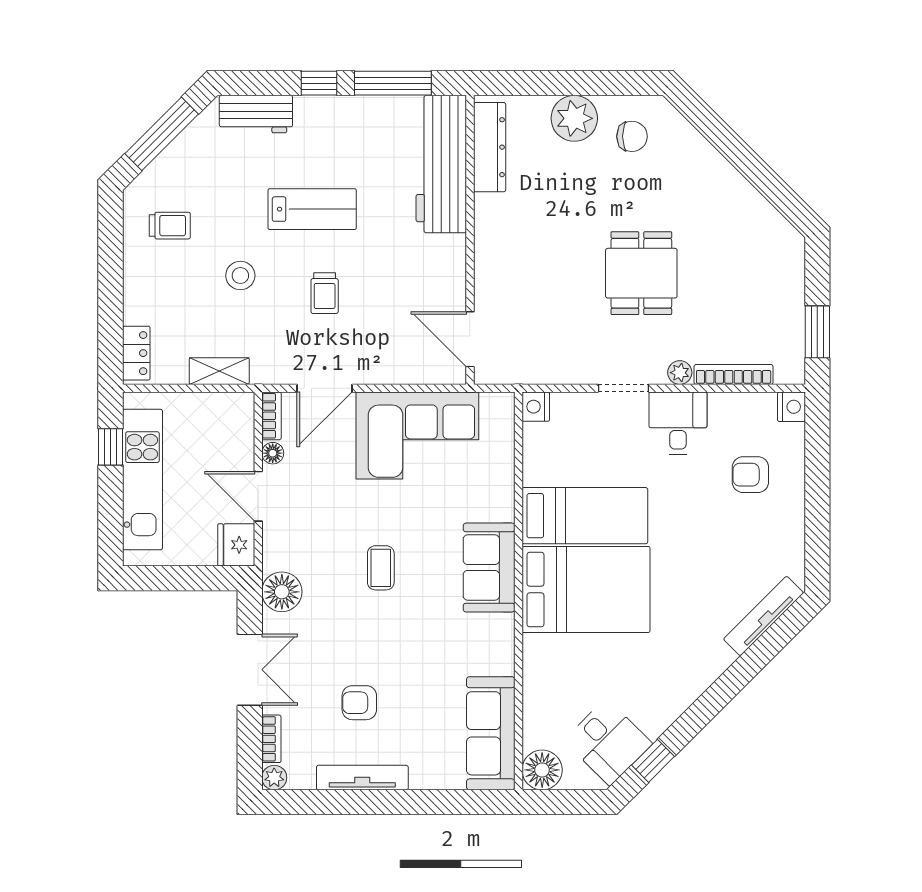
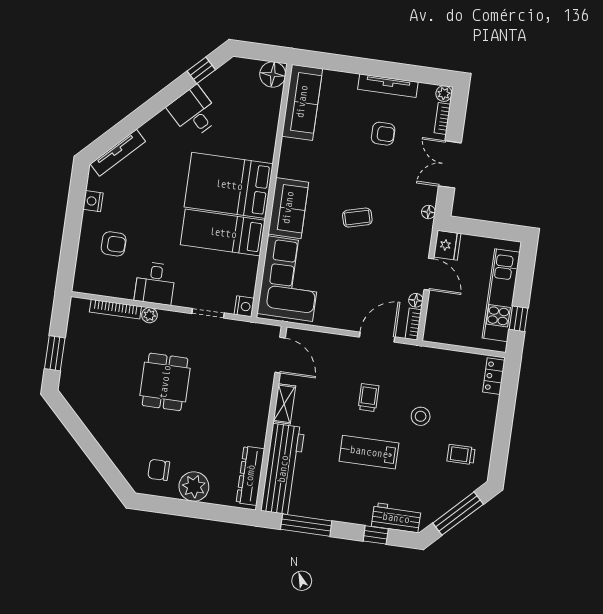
window: (319, 83) -> (376, 535), moved
window: (817, 332) -> (55, 353), moved
shelving: (219, 371) -> (284, 404), moved, turned 90
doorway: (623, 388) -> (208, 313), moved
nightstand: (791, 407) -> (93, 201), moved
corner sofa: (417, 436) -> (290, 279), moved, turned 90
coffee table: (381, 568) -> (357, 218), turned 75
floor lamp: (282, 592) -> (428, 212), width x0.53, depth x0.53
desk: (608, 742) -> (194, 112), moved

